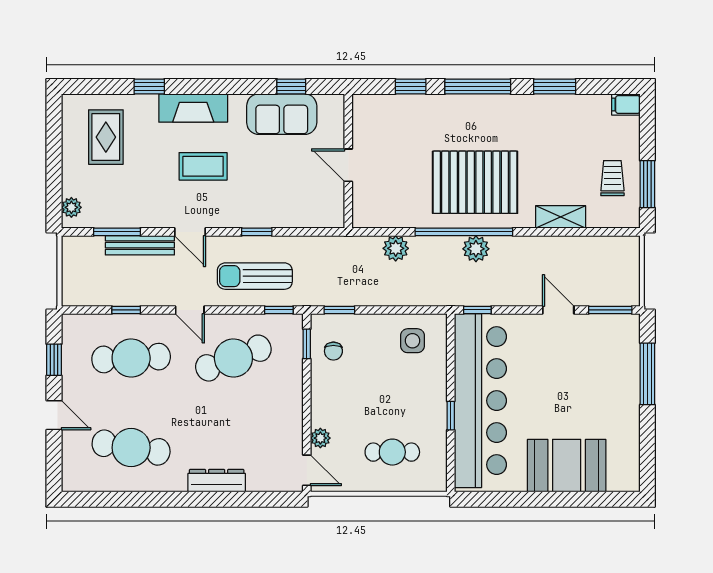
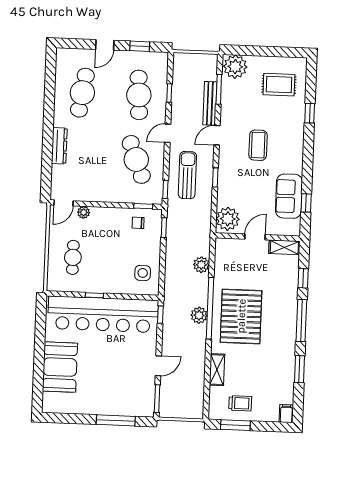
fireplace: (193, 108) -> (295, 140), removed
shelving: (363, 118) -> (284, 247), added
plant: (71, 207) -> (235, 67), width x1.88, depth x1.88
plant: (321, 210) -> (228, 219), added

